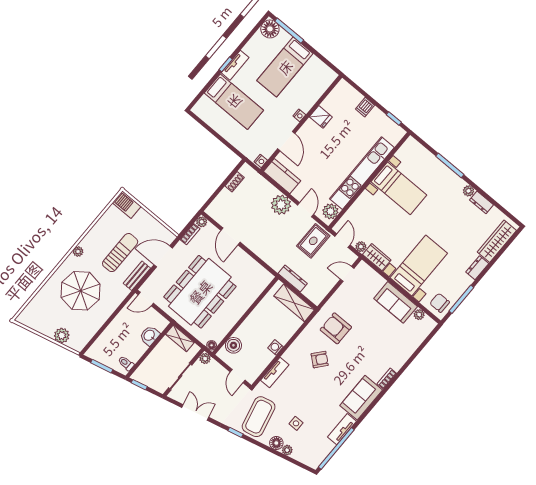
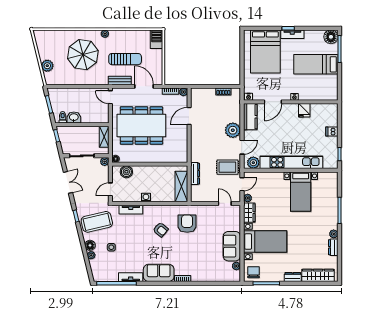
bed: (234, 102) -> (265, 52), width x1.50
washbasin: (150, 336) -> (74, 117), moved

